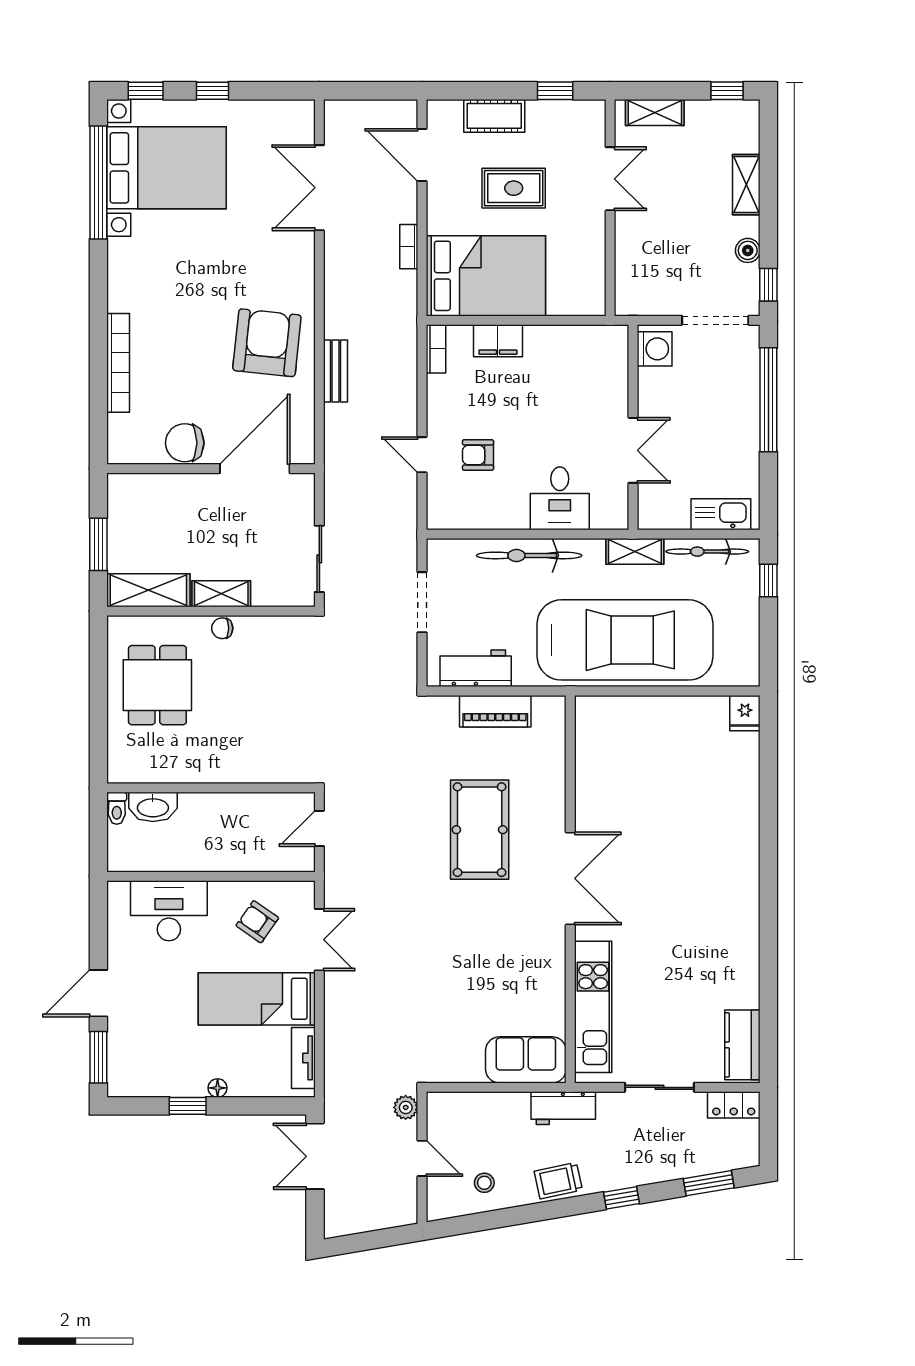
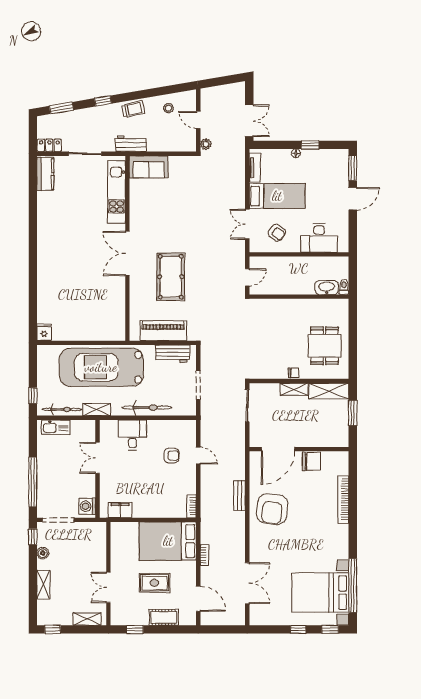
filing cabinet: (498, 341) -> (120, 510), moved
piano: (495, 711) -> (163, 331), width x1.37, depth x1.33

